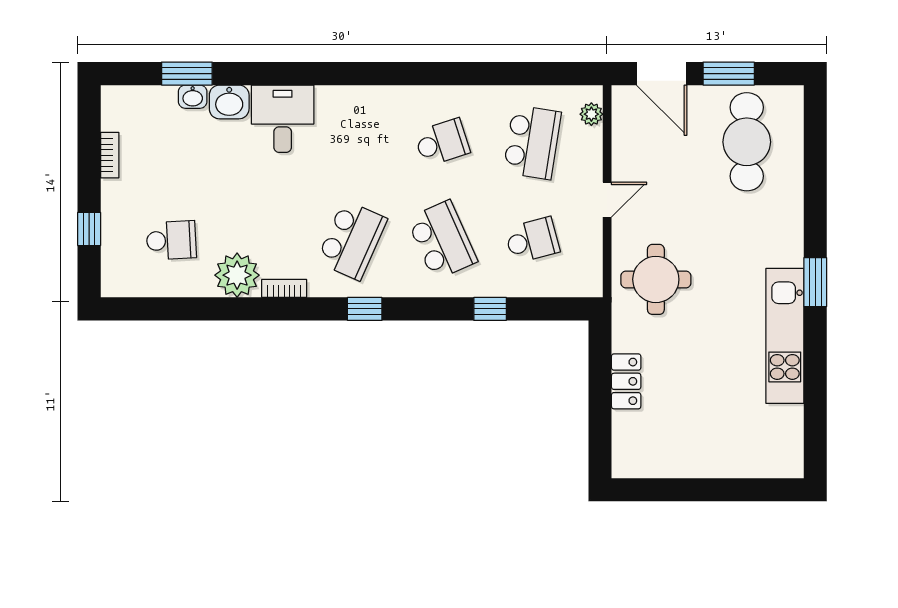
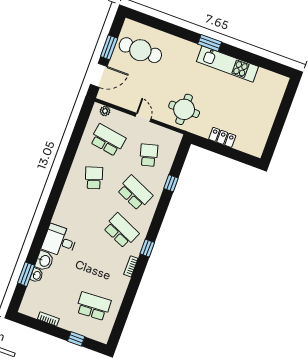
school desk: (171, 240) -> (93, 306), width x1.85
school desk: (442, 240) -> (135, 193), turned 48
plant: (237, 275) -> (118, 284), removed
window: (365, 309) -> (147, 248), moved

